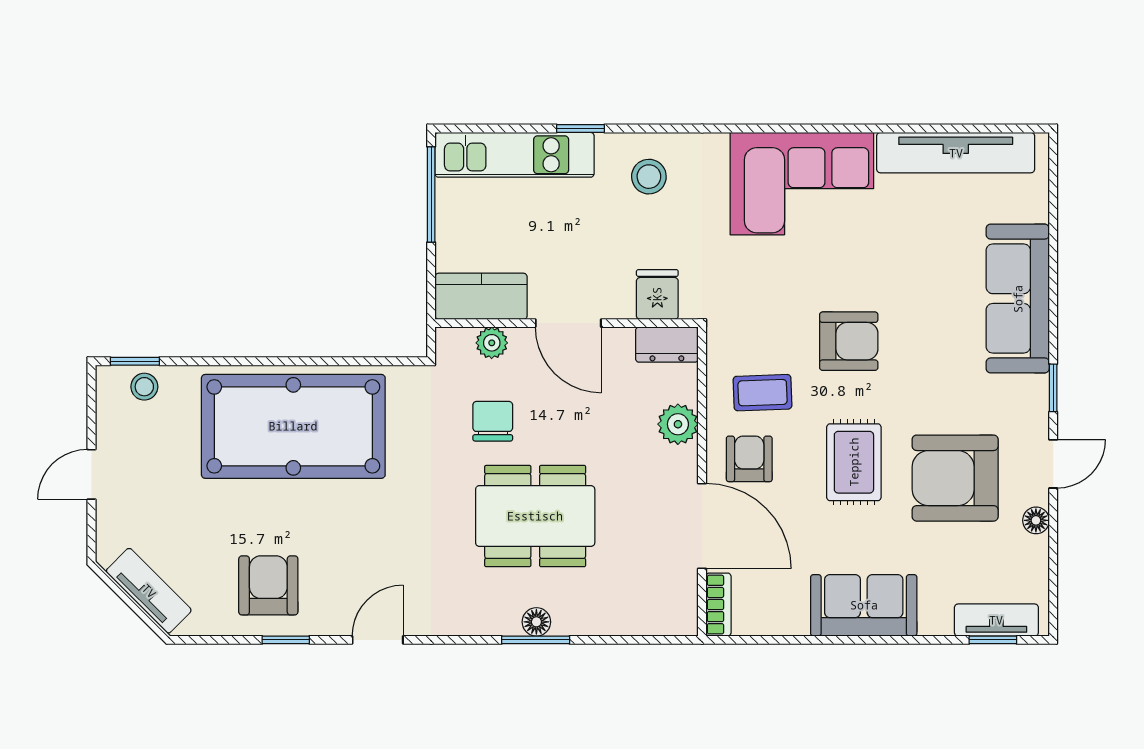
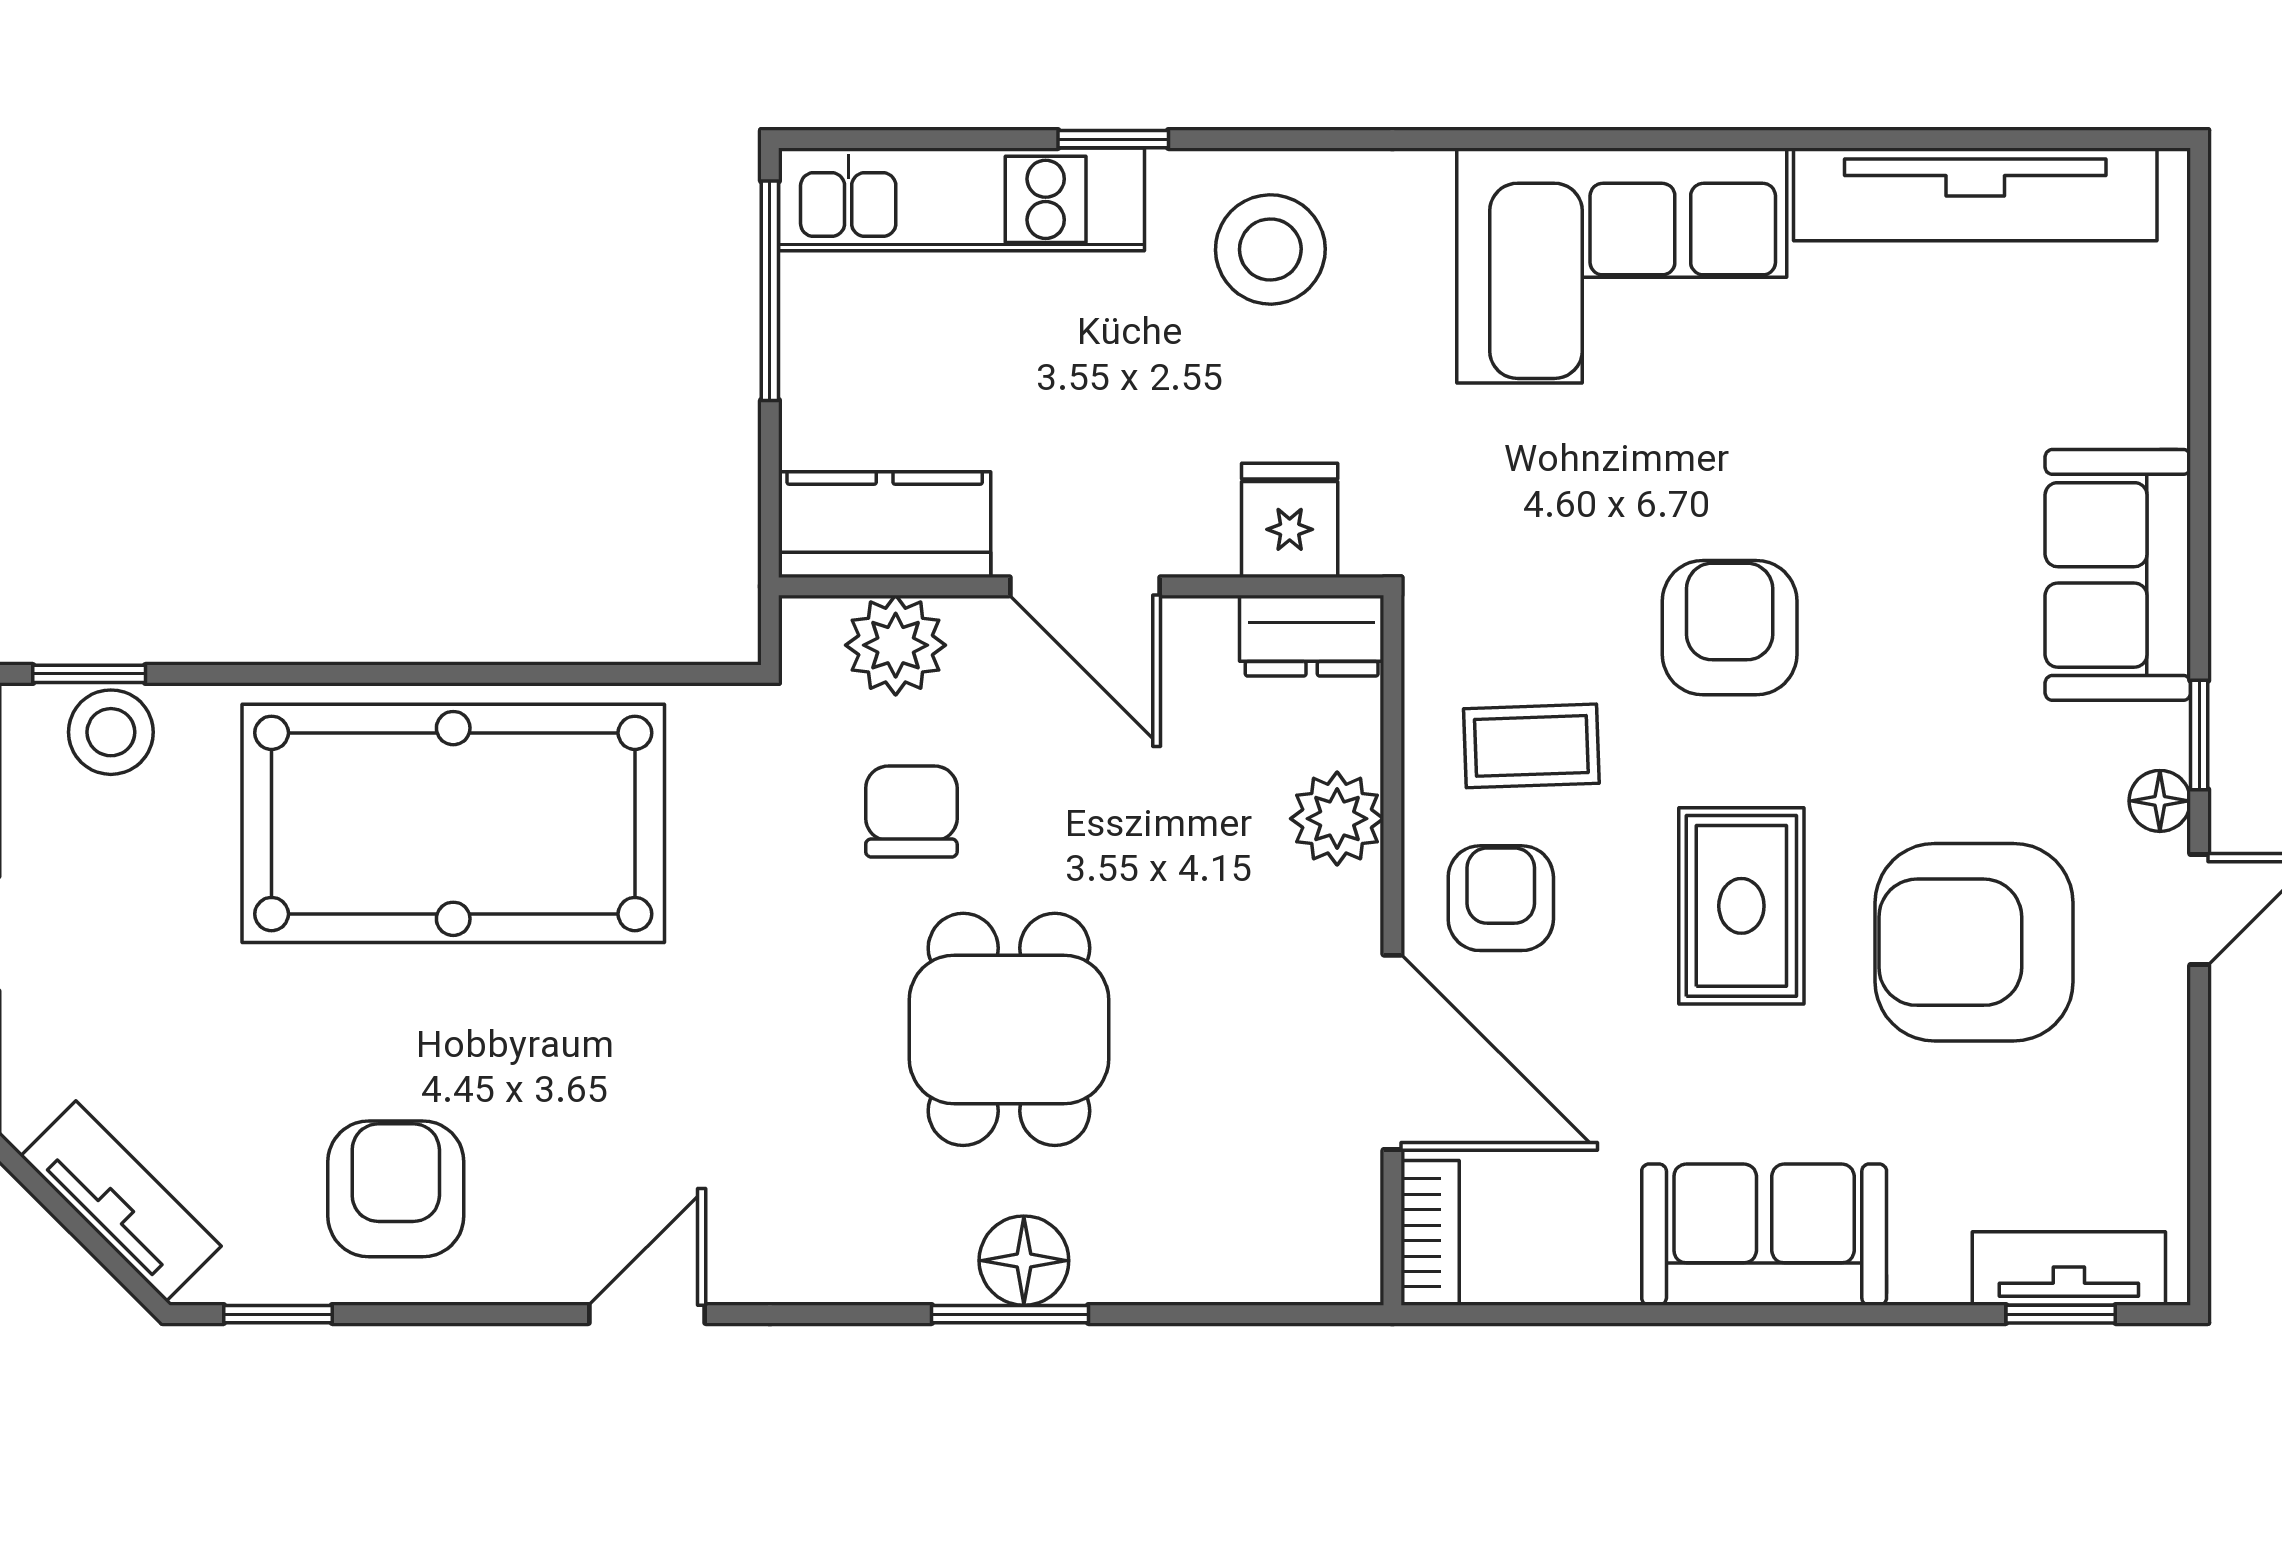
stool: (649, 177) -> (1270, 249), width x1.38, depth x1.38
sofa: (1018, 299) -> (2118, 575), width x0.73
armchair: (849, 341) -> (1730, 628), turned -90
plant: (492, 343) -> (896, 645), width x1.38, depth x1.38
stool: (144, 387) -> (111, 732), width x1.37, depth x1.37
dining table: (535, 516) -> (1009, 1029), width x0.73
floor lamp: (1036, 520) -> (2160, 801), moved
floor lamp: (536, 622) -> (1024, 1261), width x1.37, depth x1.37
window: (286, 640) -> (278, 1314), moved

